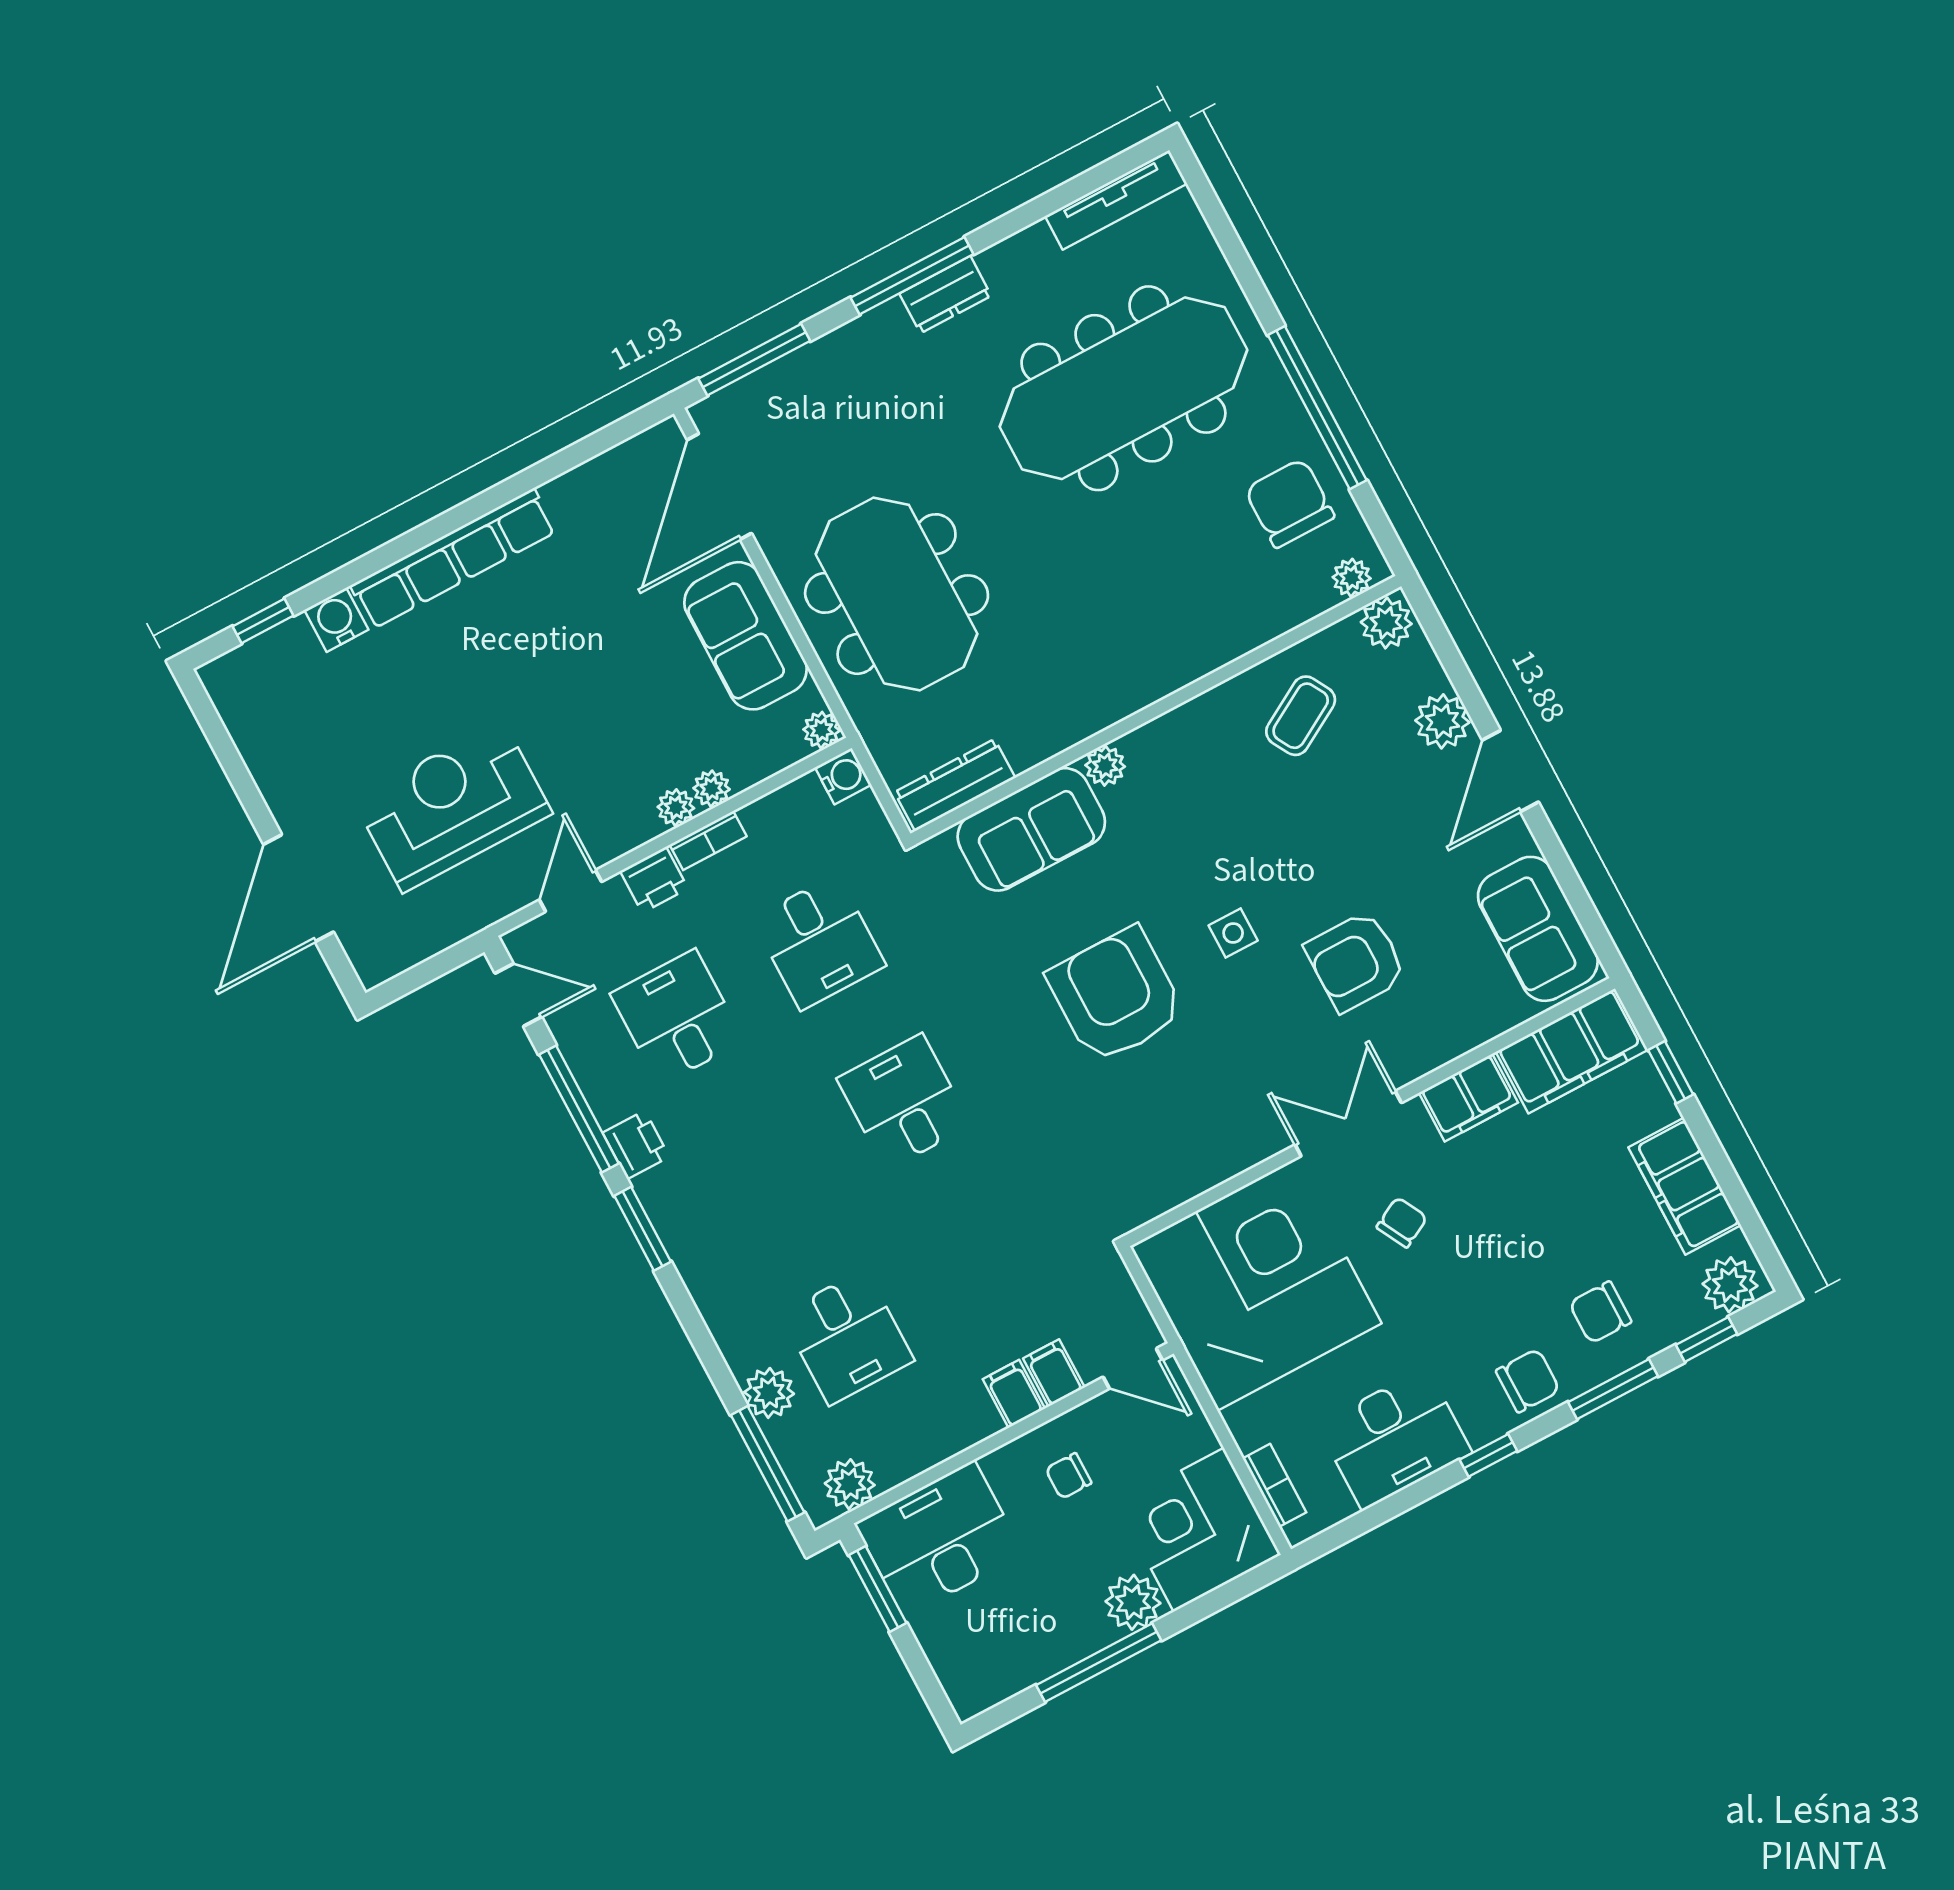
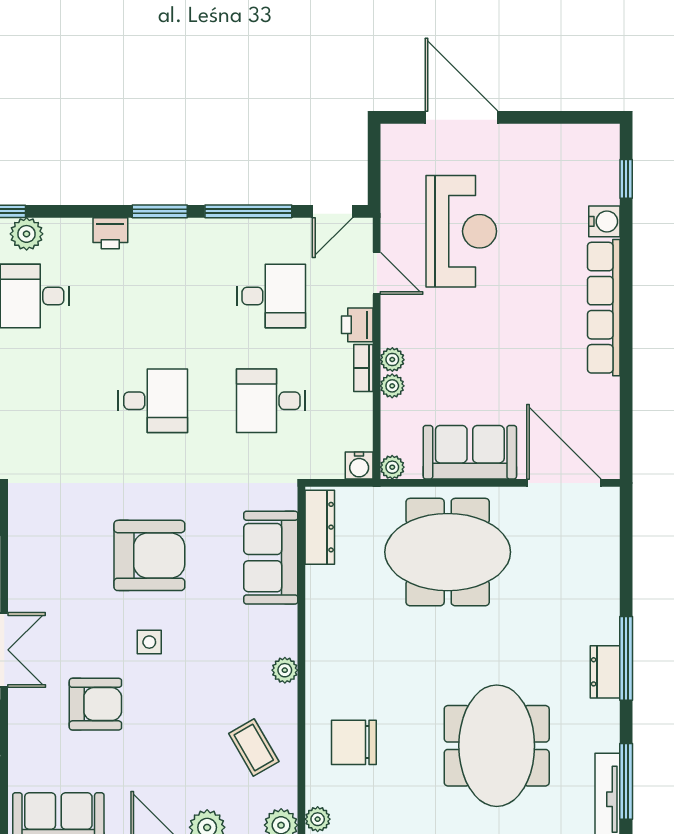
window: (754, 360) -> (626, 781), moved
meeting table: (1123, 388) -> (497, 746), width x0.73
chair: (1290, 503) -> (354, 742), moved, turned 180
plant: (1105, 766) -> (285, 670), moved
armchair: (1356, 961) -> (95, 704), turned 90
printer: (636, 1145) -> (110, 233), moved

